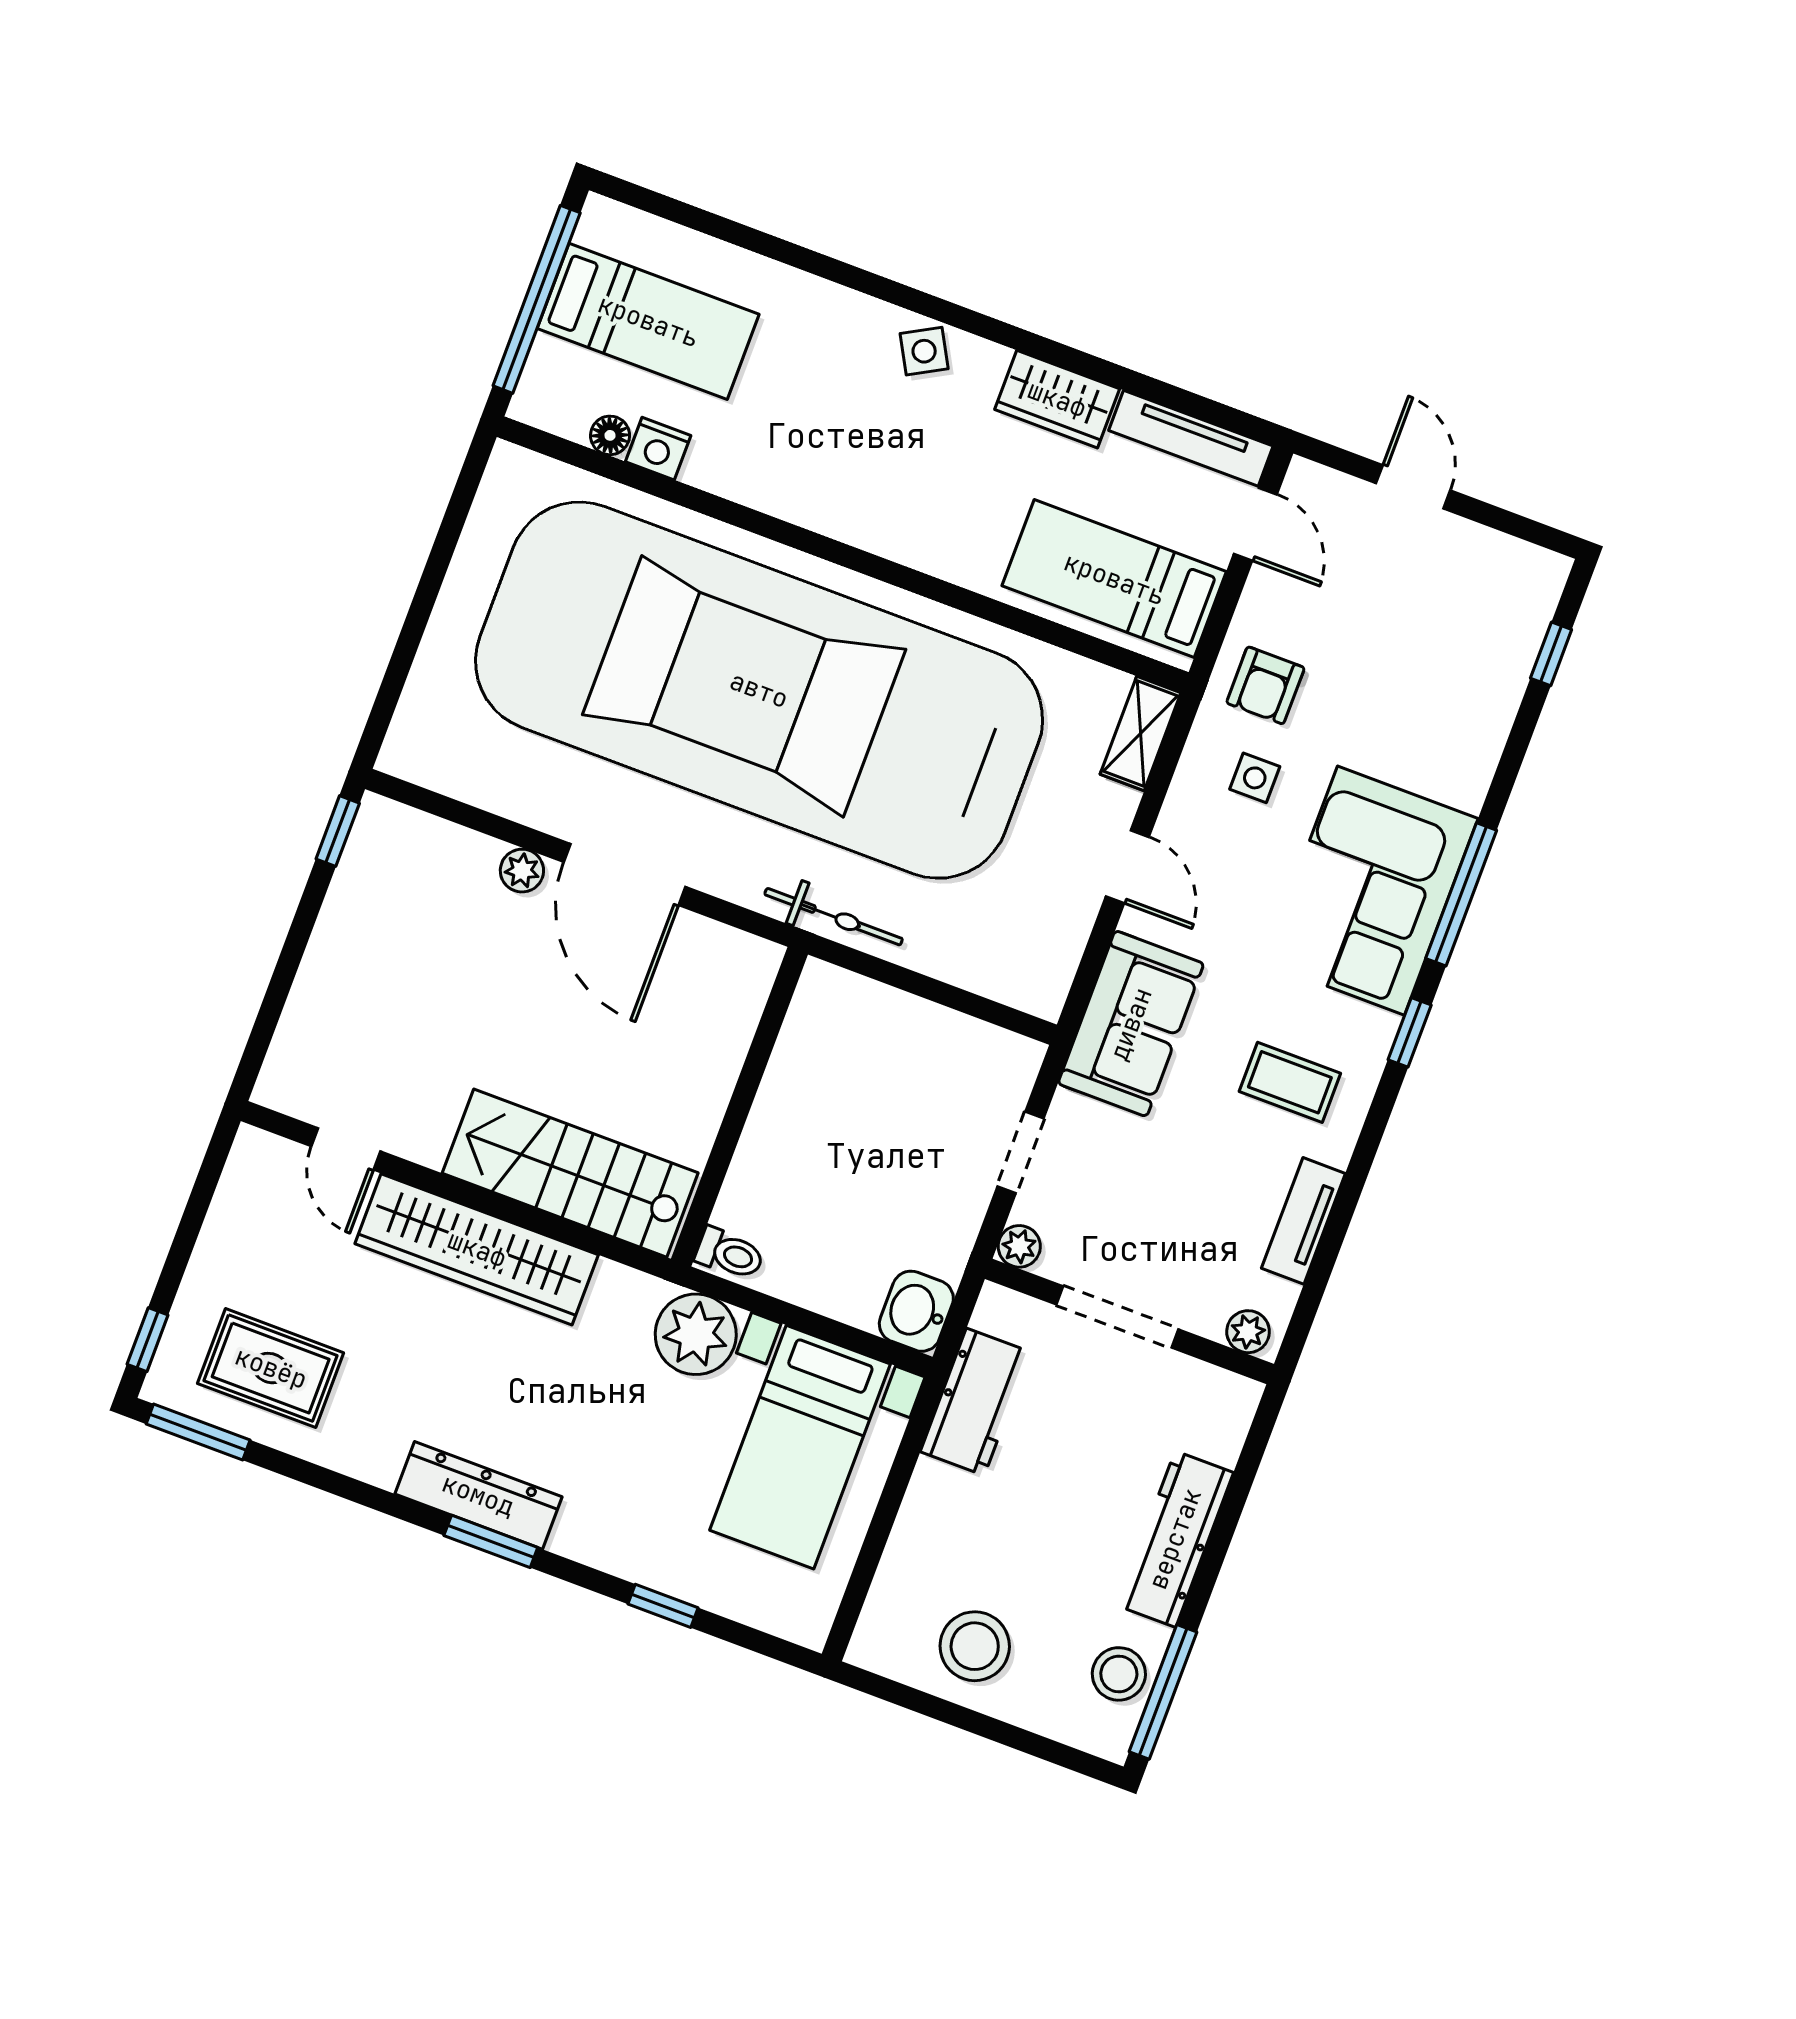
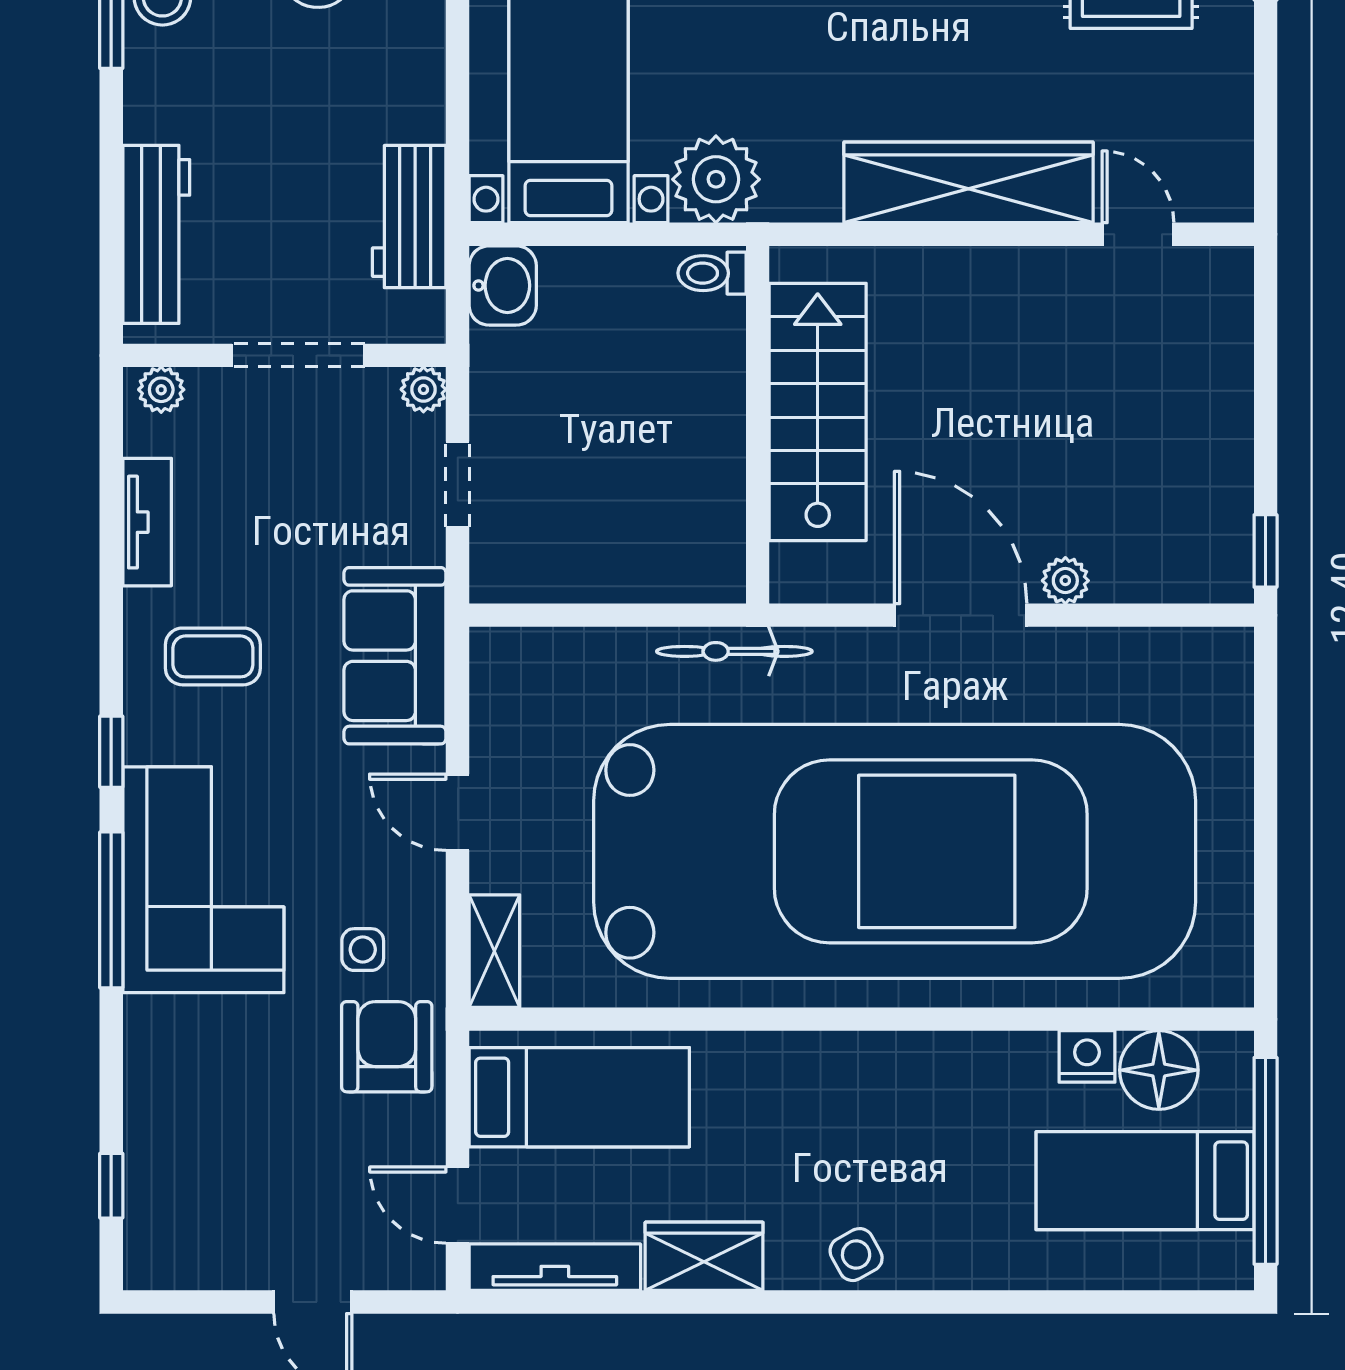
floor lamp: (610, 435) -> (1159, 1070), width x1.89, depth x1.89
armchair: (1265, 685) -> (387, 1047), width x1.38, depth x1.38
stairs: (570, 1173) -> (818, 412), moved, turned -90
workbench: (1175, 1539) -> (156, 234), moved

